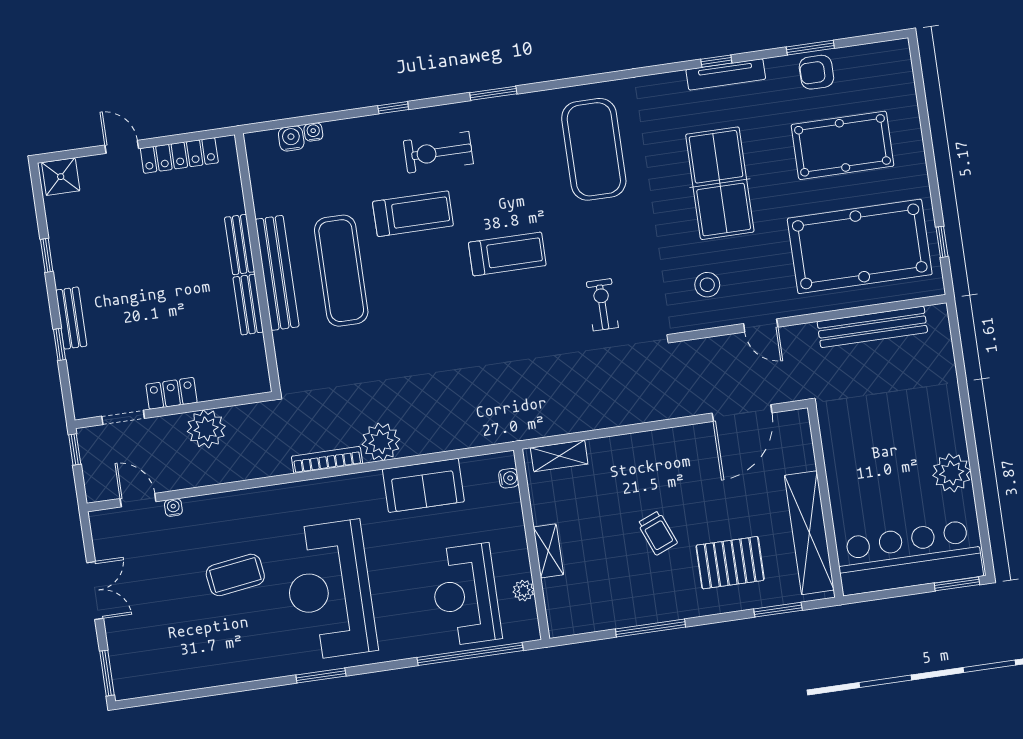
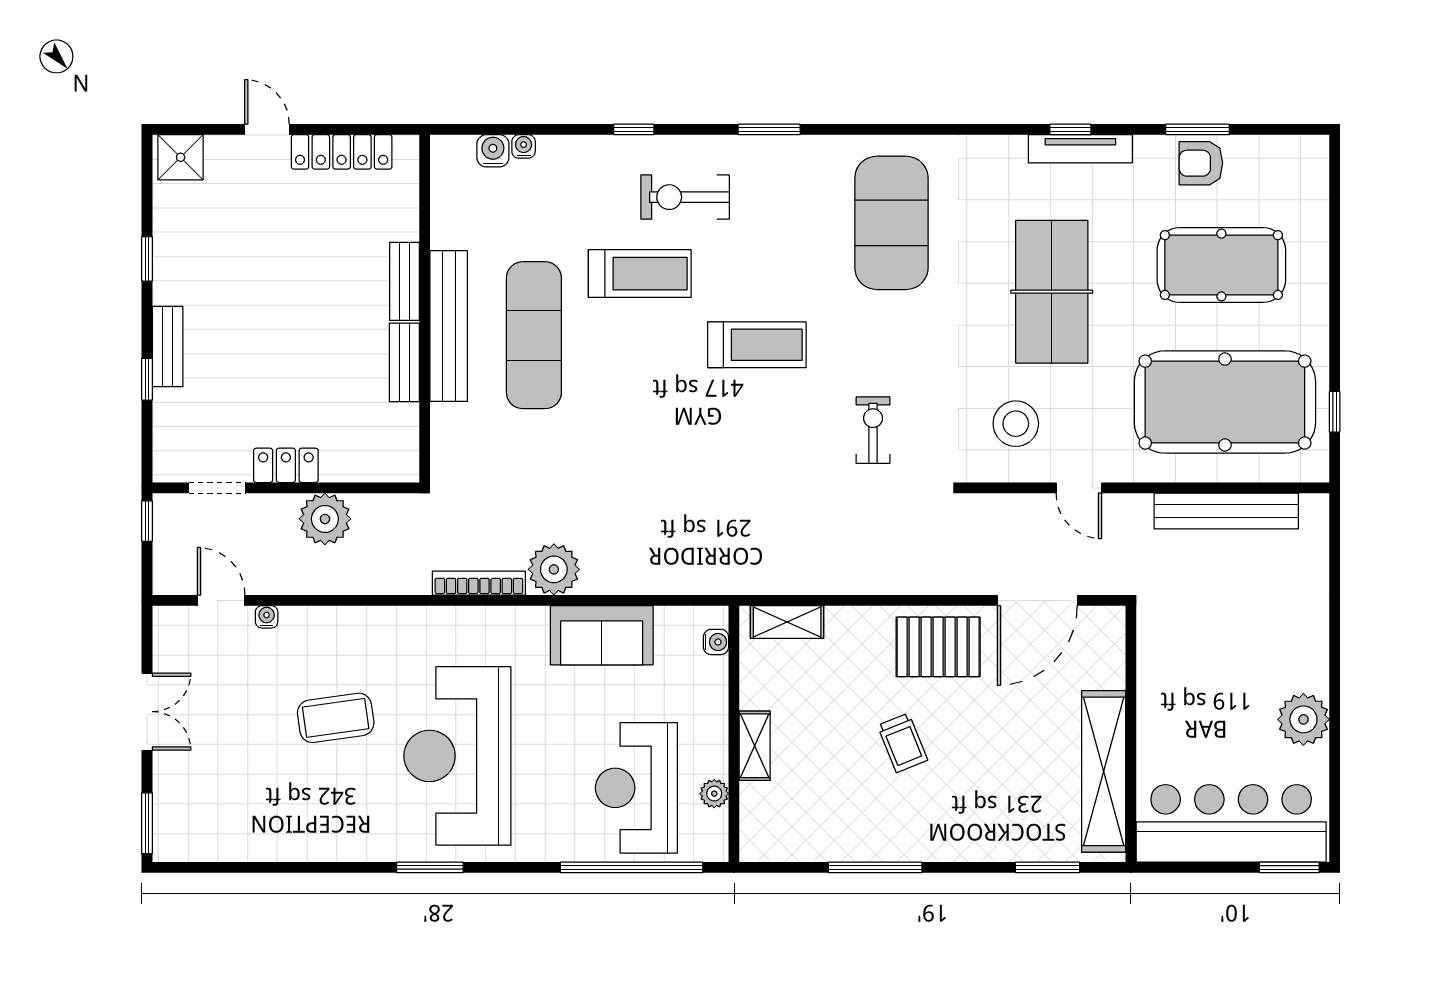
stool: (707, 285) -> (1016, 424), width x1.38, depth x1.38
pallet: (730, 563) -> (938, 647), moved

